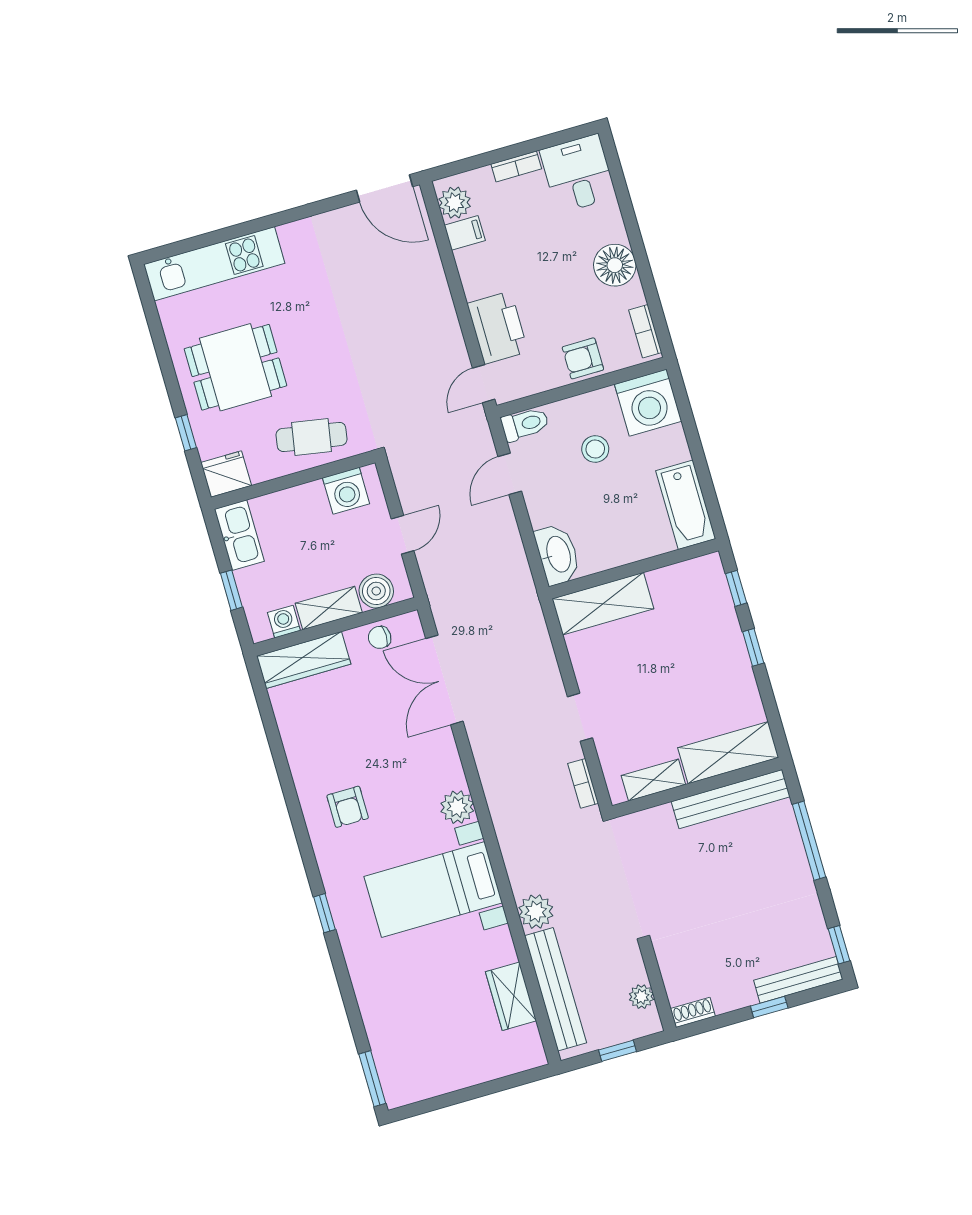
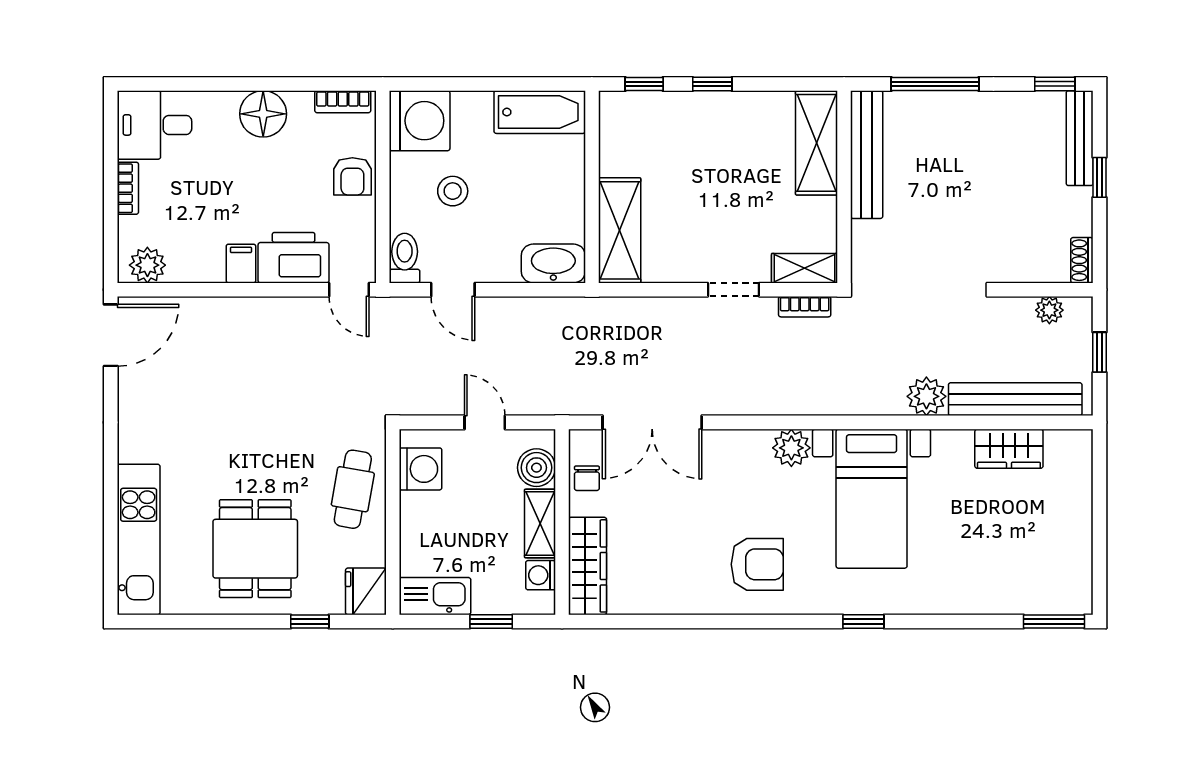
filing cabinet: (465, 233) -> (241, 264), moved
shelving: (653, 780) -> (805, 268), moved, turned 90
armchair: (348, 807) -> (757, 564), width x1.38, depth x1.38

